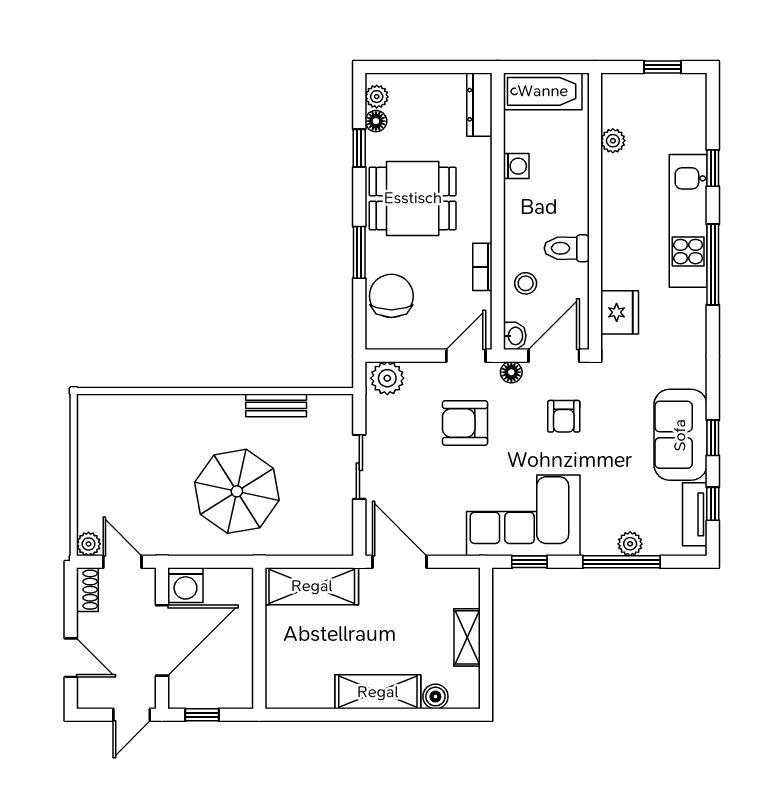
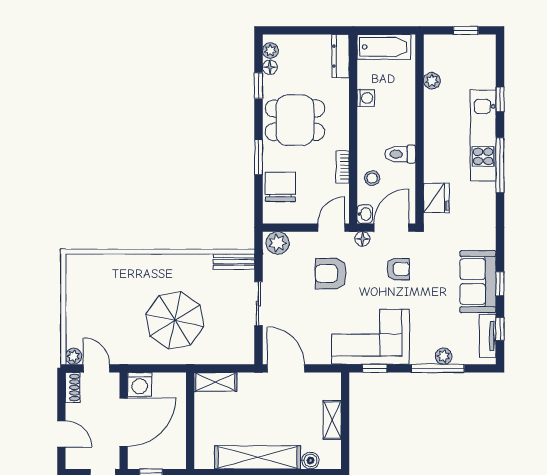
bench: (276, 405) -> (234, 262), moved
armchair: (564, 416) -> (398, 269), turned -90
shelving: (312, 586) -> (215, 382), width x0.67, depth x0.75
shelving: (378, 692) -> (258, 457), width x1.47

